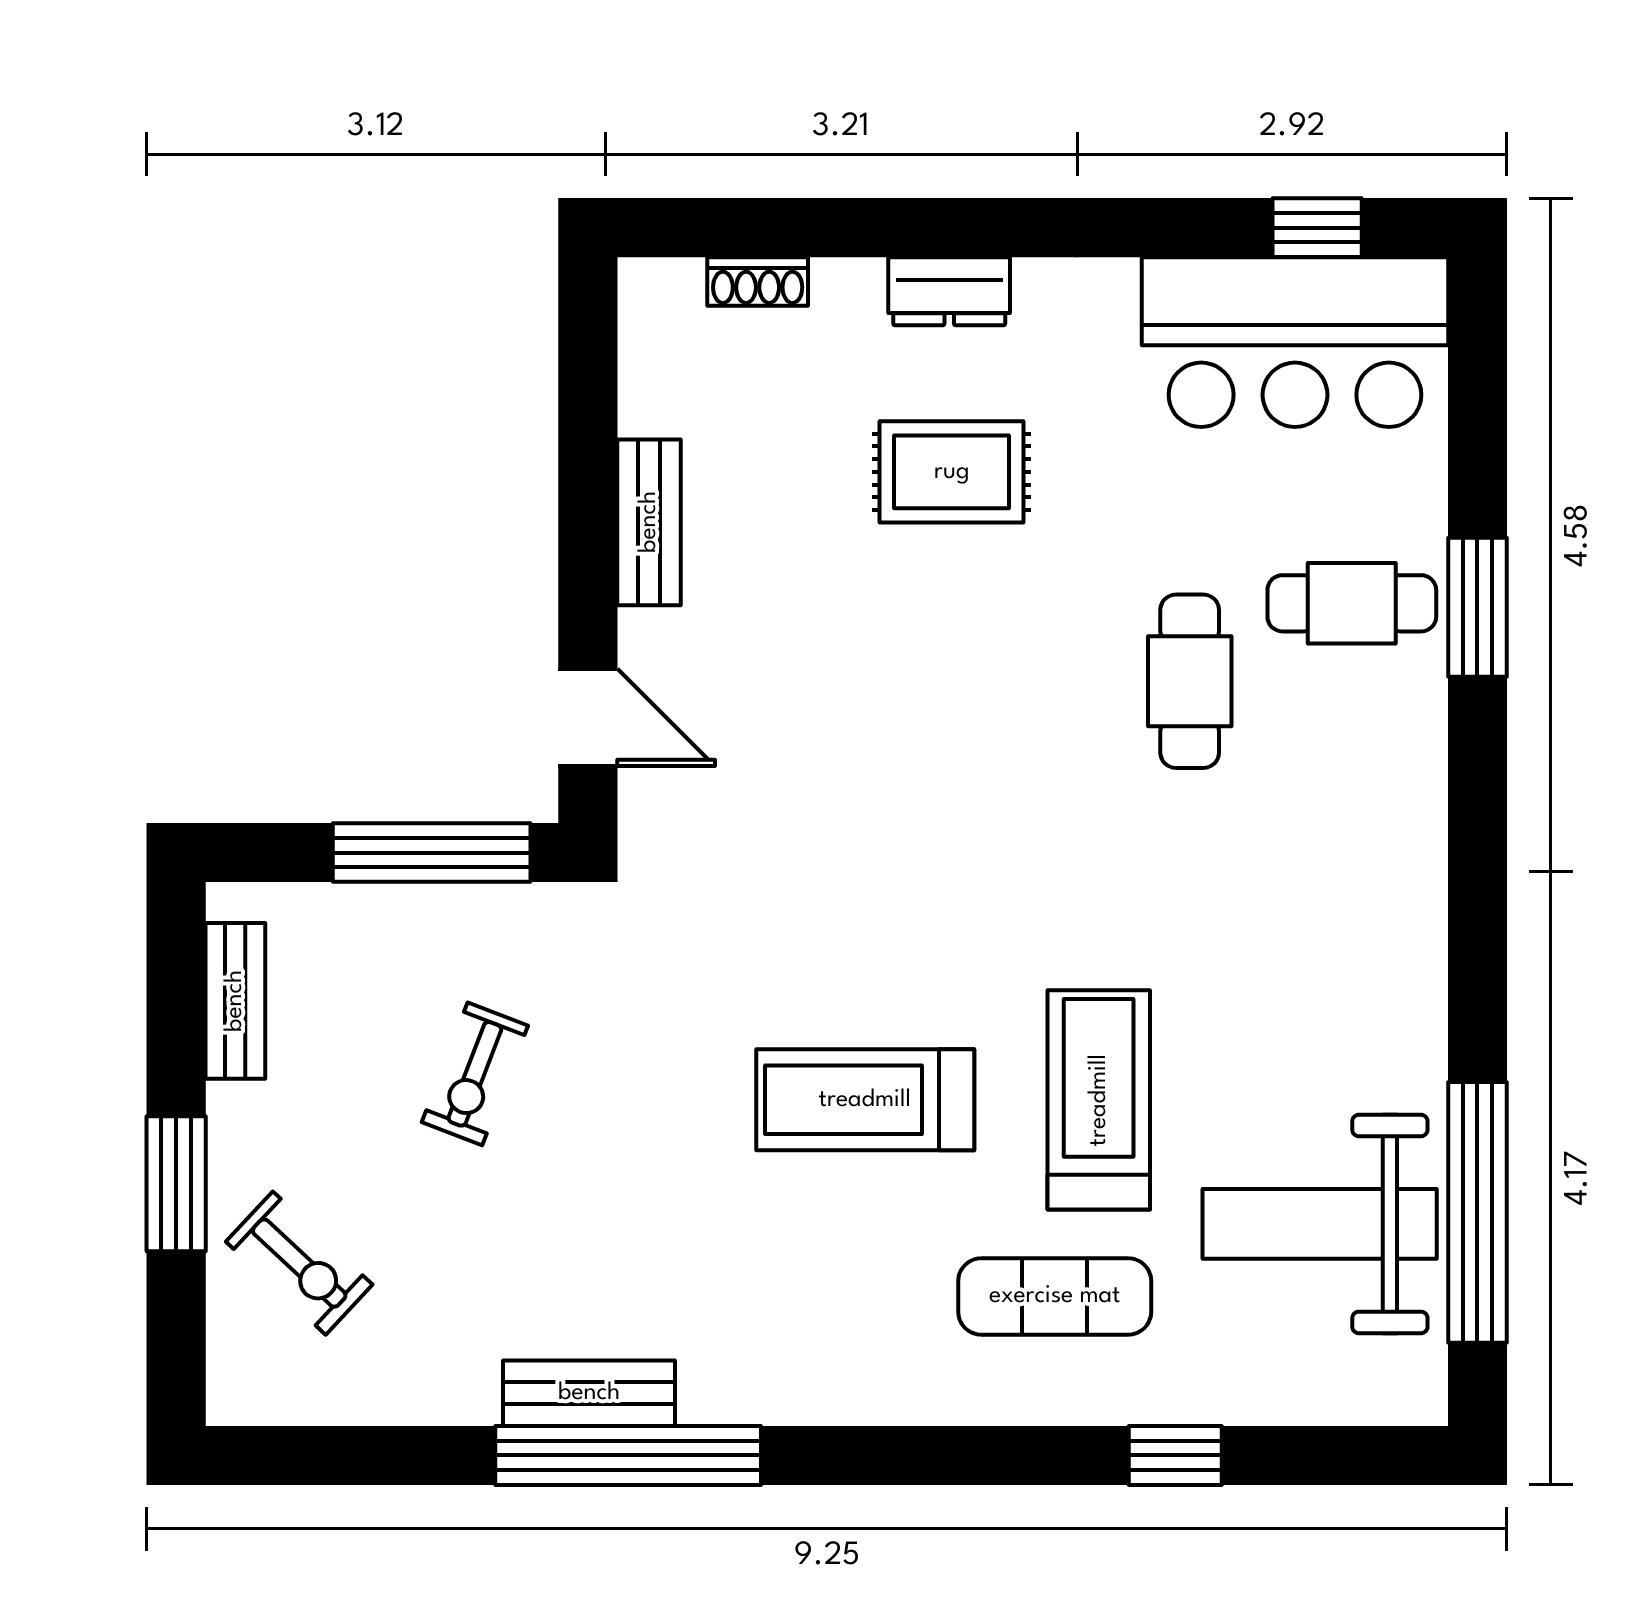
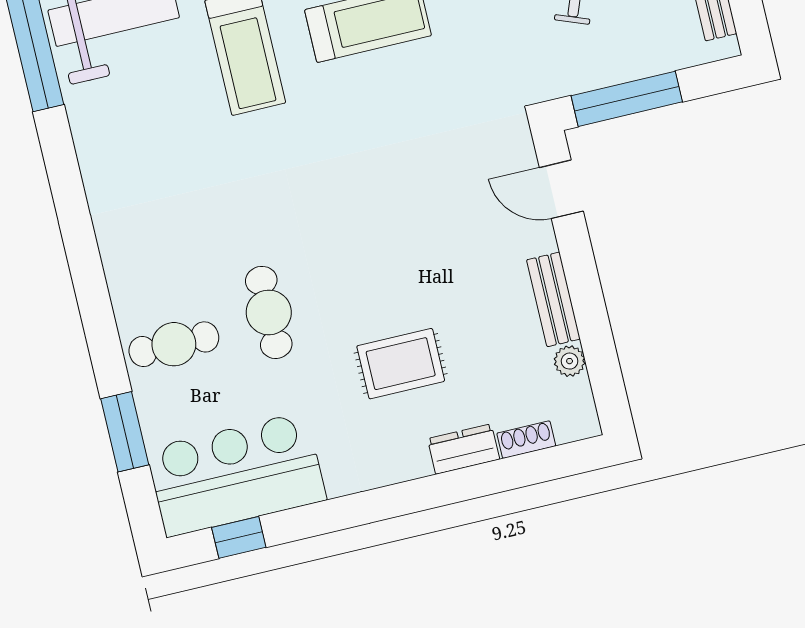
dresser: (949, 291) -> (464, 449), moved
plant: (646, 404) -> (570, 361), added
window: (1477, 607) -> (125, 432), moved
cafe table: (1190, 681) -> (269, 312), moved

